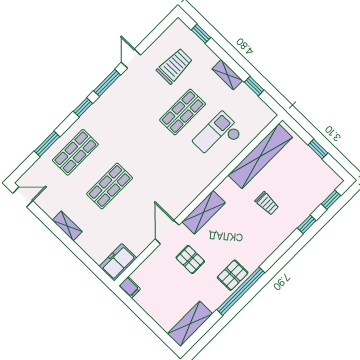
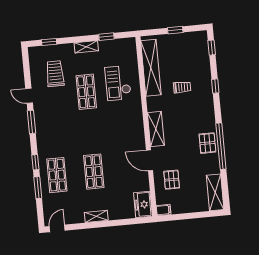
window: (83, 107) -> (35, 162), moved
window: (307, 224) -> (215, 86), moved
pallet: (190, 260) -> (172, 180), moved, turned 90

